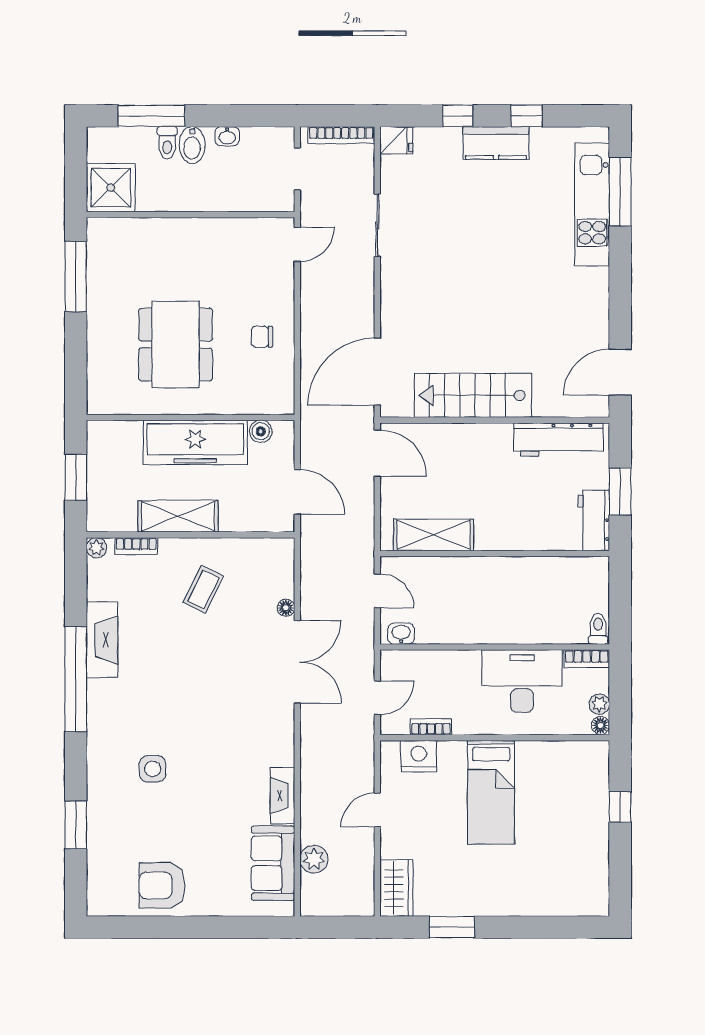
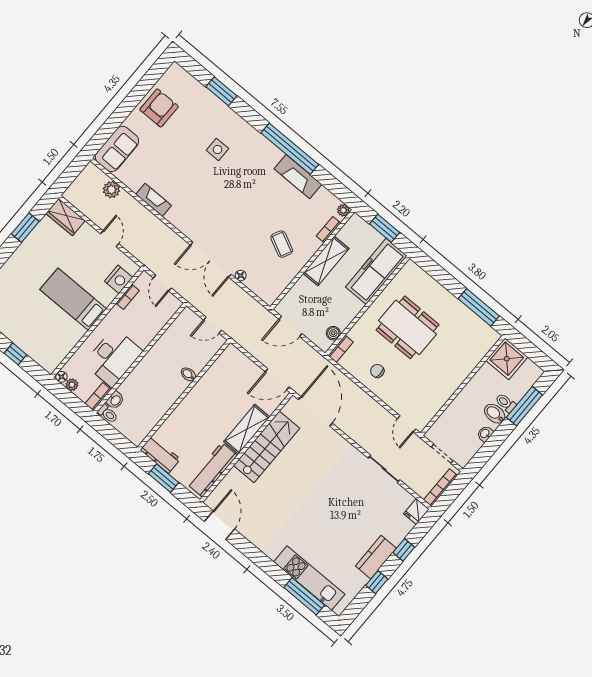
chair: (262, 337) -> (377, 371), turned -90
bookcase: (272, 406) -> (341, 349), added
freezer: (195, 442) -> (376, 271), moved
shelving: (433, 535) -> (247, 429), moved
bidet: (464, 569) -> (188, 374), added
washbasin: (401, 634) -> (115, 400), moved
sofa: (273, 863) -> (117, 149), moved, turned 90

